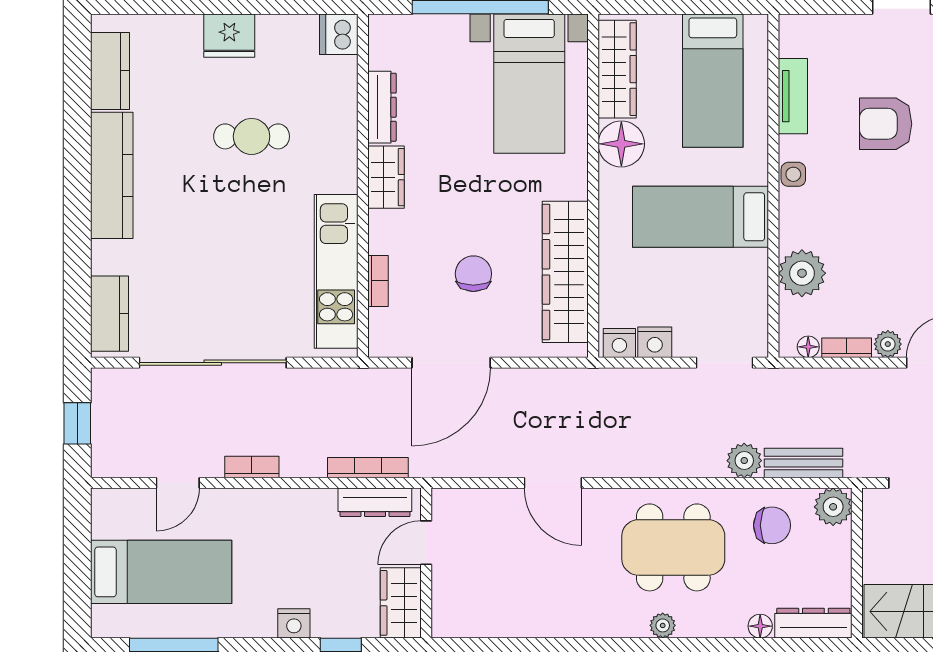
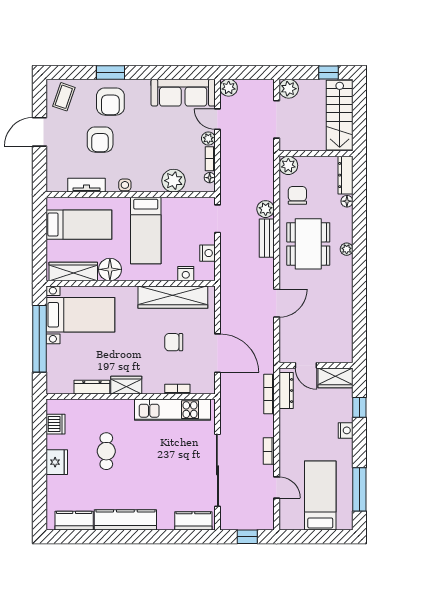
dishwasher: (339, 34) -> (55, 424), moved, turned -90
nightstand: (619, 343) -> (186, 274), moved, turned 90
bench: (803, 463) -> (267, 238), moved

